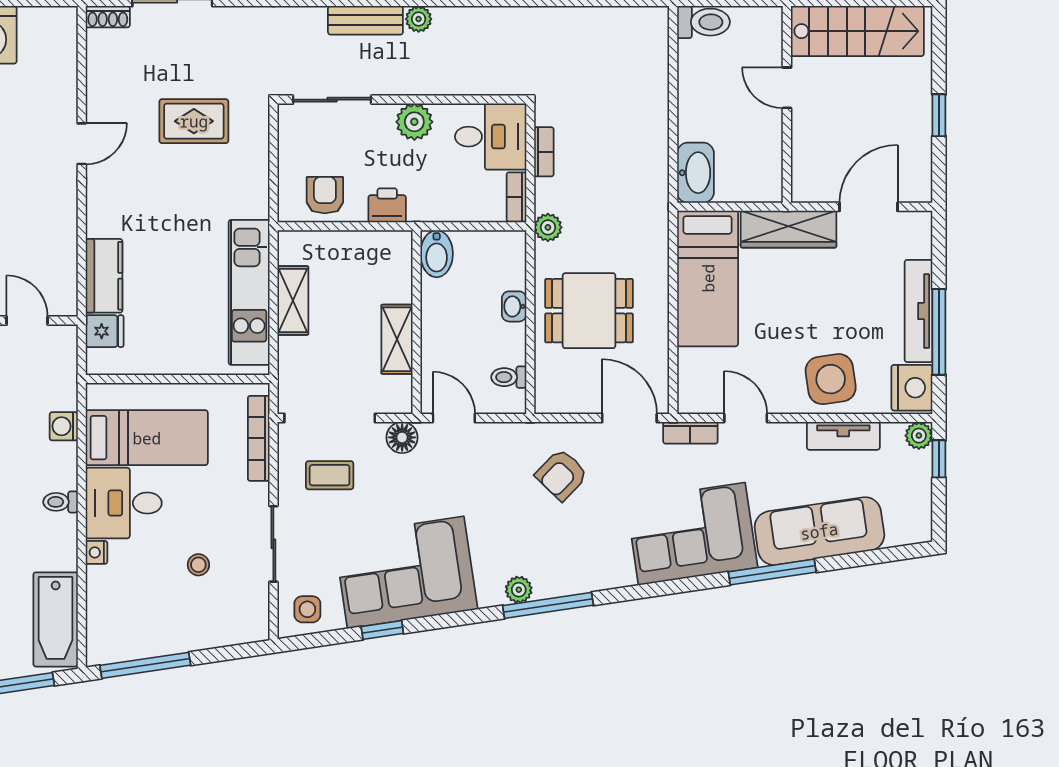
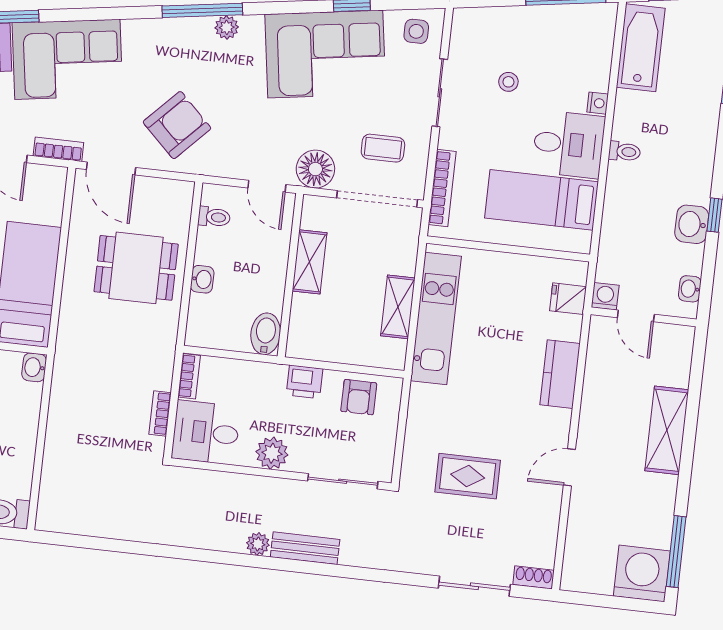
washbasin: (695, 173) -> (34, 367), width x0.52, depth x0.69
plant: (548, 227) -> (164, 346), removed
kitchen counter: (104, 276) -> (560, 374), moved
washing machine: (64, 426) -> (605, 296), moved, turned -90
floor lamp: (402, 437) -> (315, 169), width x1.38, depth x1.38
armchair: (562, 475) -> (177, 125), width x1.38, depth x1.38

